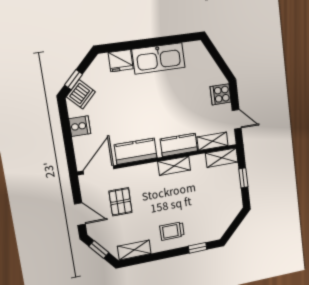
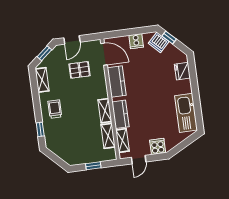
kitchen sink: (159, 58) -> (186, 113), moved
shelving: (222, 158) -> (108, 136), moved

